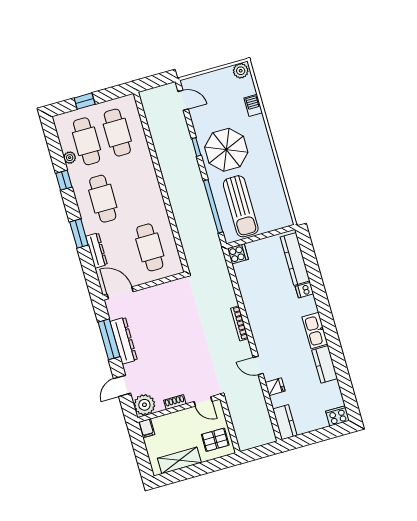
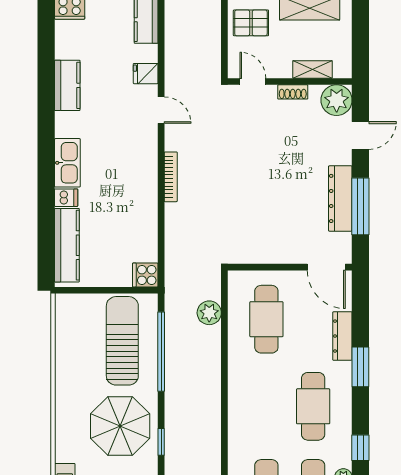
plant: (189, 241) -> (209, 313), added
kitchen sink: (315, 331) -> (67, 163), moved
shelving: (166, 421) -> (312, 69), added
filing cabinet: (147, 428) -> (343, 66), removed

